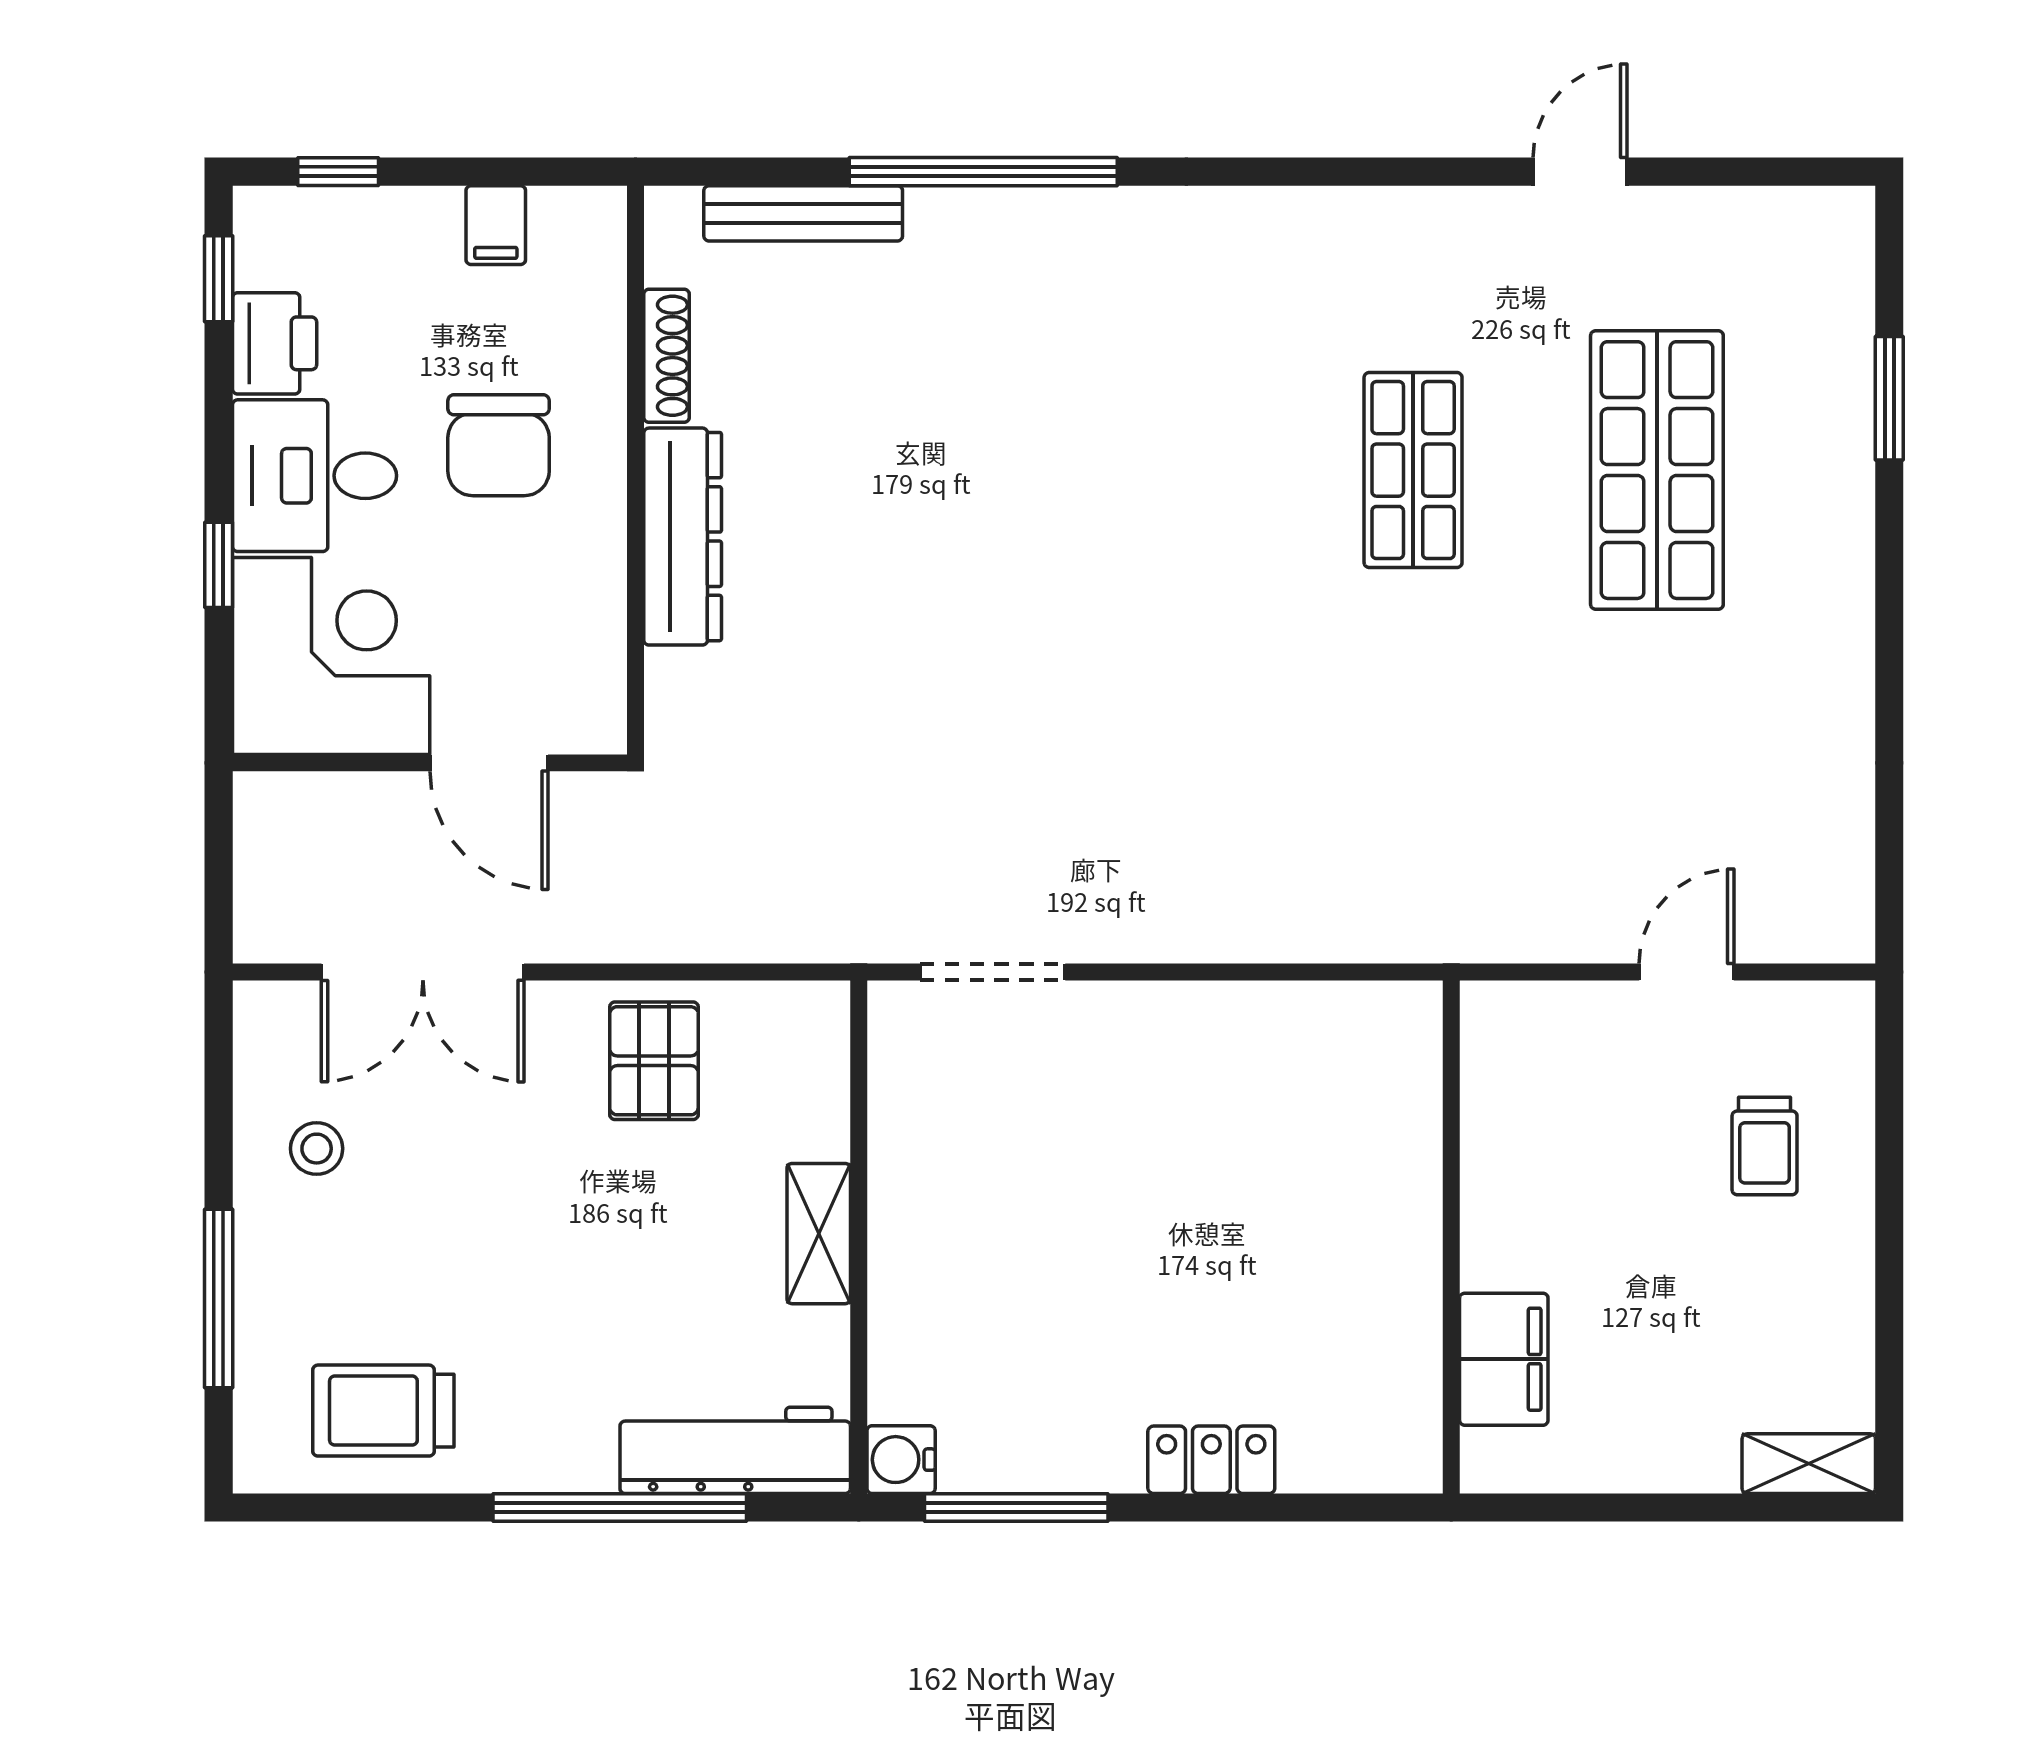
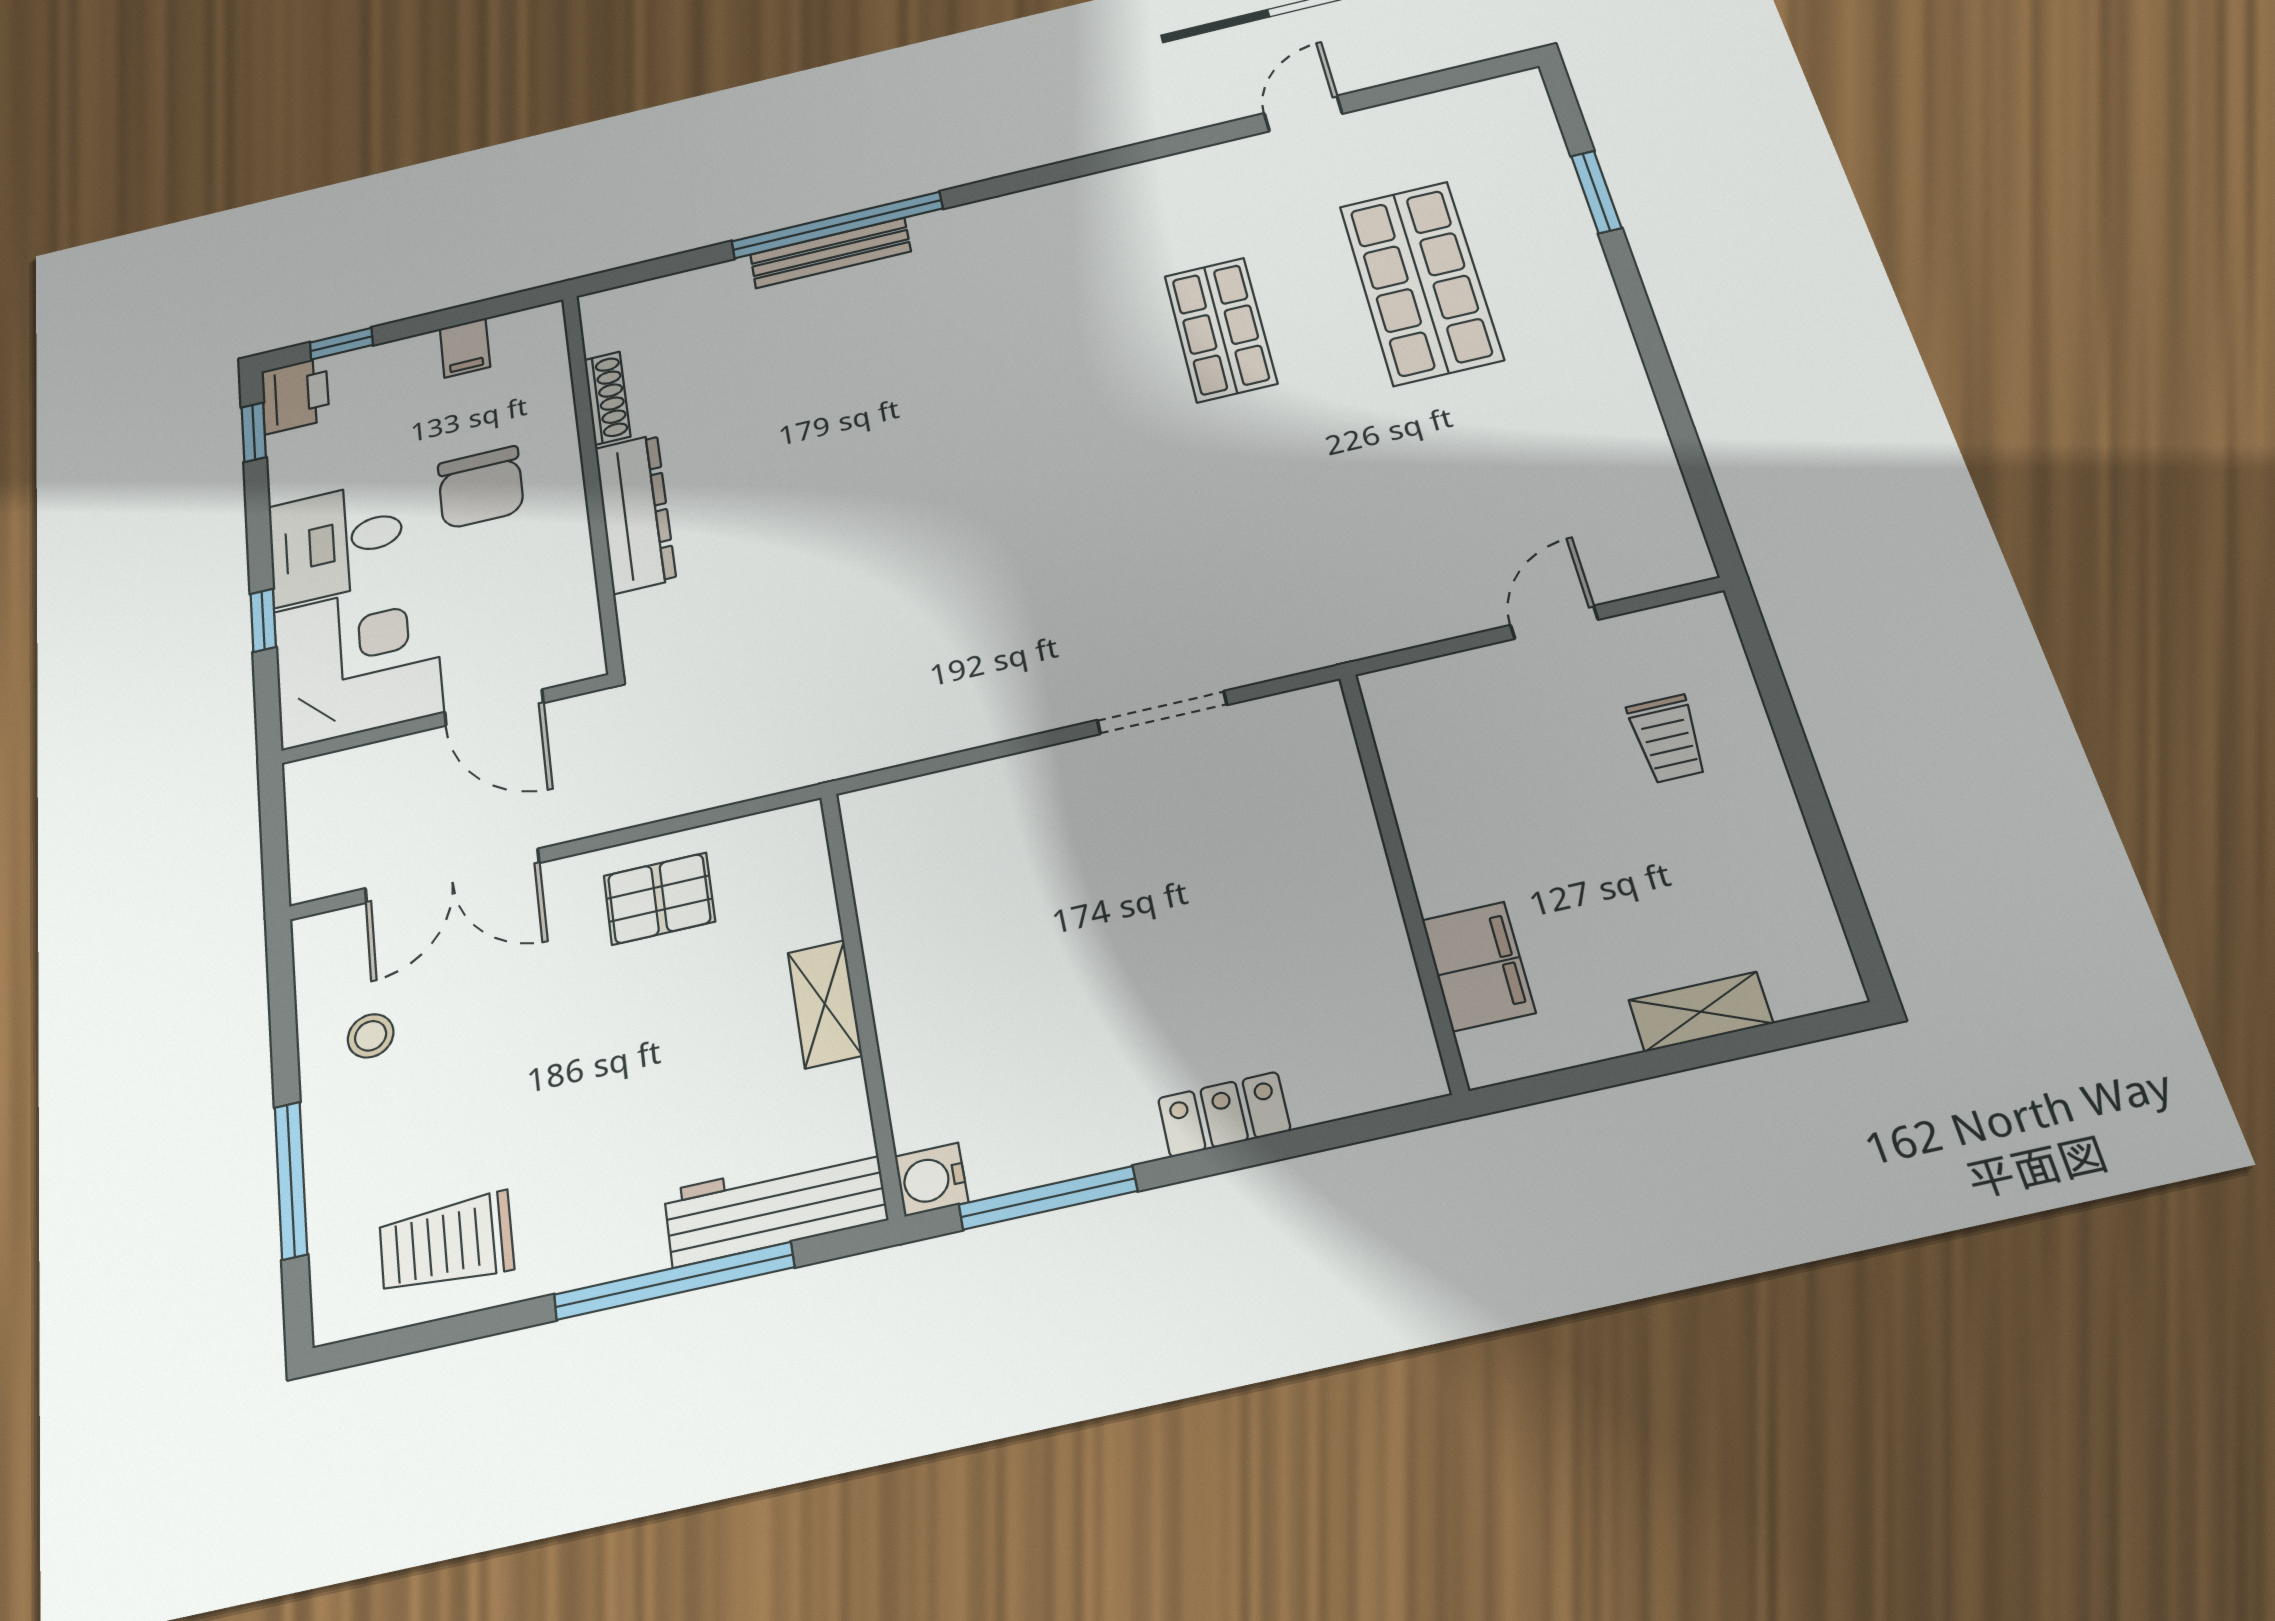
bench: (803, 213) -> (830, 253), moved
printer: (275, 343) -> (295, 395), moved
doorway: (993, 972) -> (1162, 713), moved
pallet: (654, 1061) -> (659, 899), turned 90
shelving: (1809, 1464) -> (1701, 1012), moved

